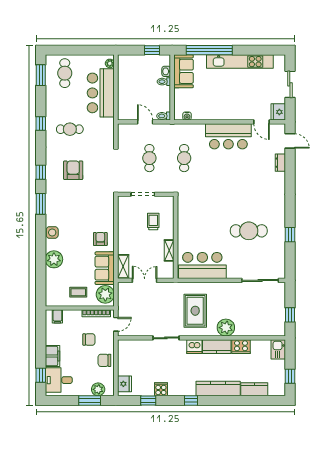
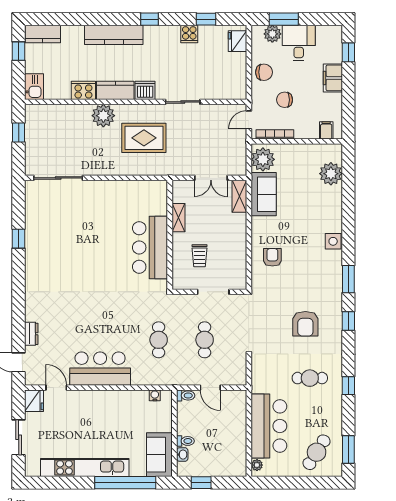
cafe table: (65, 73) -> (317, 452), turned 32
cafe table: (249, 231) -> (73, 244), removed
armchair: (100, 239) -> (272, 257), moved, turned 180
plant: (54, 259) -> (331, 174), moved
bar counter: (202, 266) -> (150, 247), moved, turned 90
coffee table: (78, 292) -> (299, 162), removed
rug: (195, 311) -> (144, 138), turned 90
desk: (59, 380) -> (299, 43), moved, turned -90
kitchen counter: (254, 389) -> (43, 34), moved

